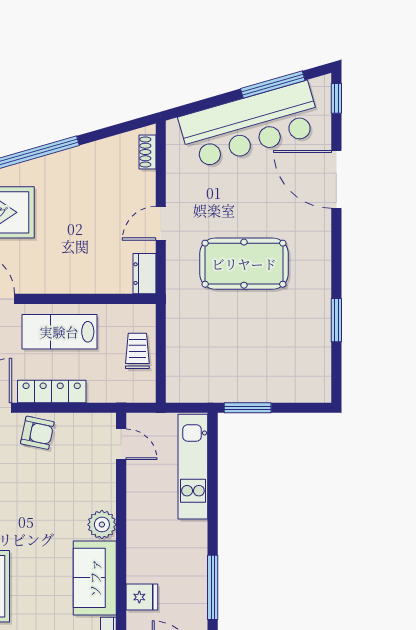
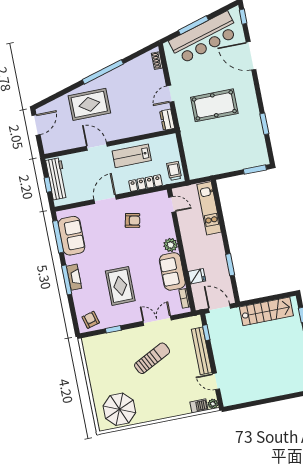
window: (273, 85) -> (193, 25), moved
trolley: (137, 351) -> (174, 171), moved
locker: (52, 391) -> (145, 183), moved
window: (248, 408) -> (255, 170), moved
armchair: (37, 433) -> (133, 220), moved
window: (213, 587) -> (230, 265), width x0.69

